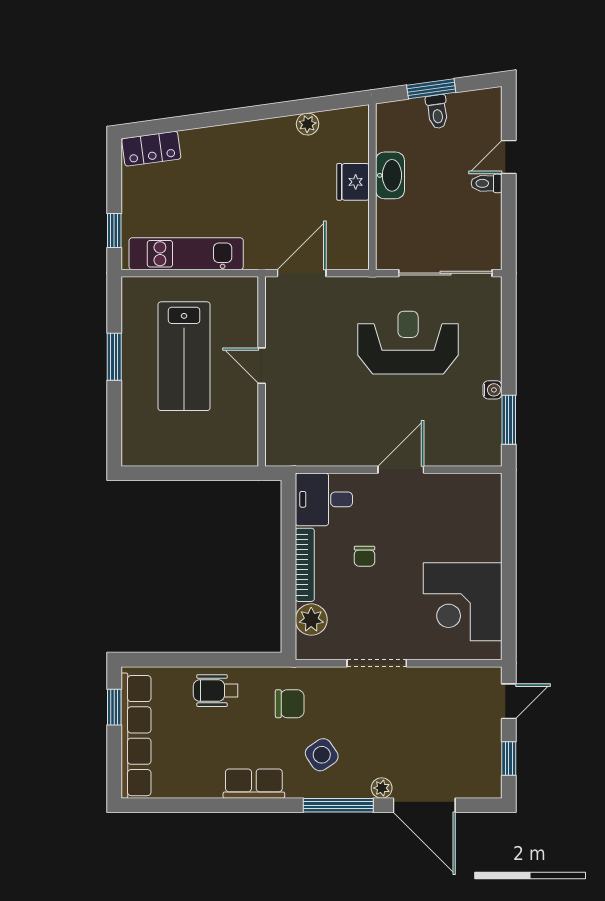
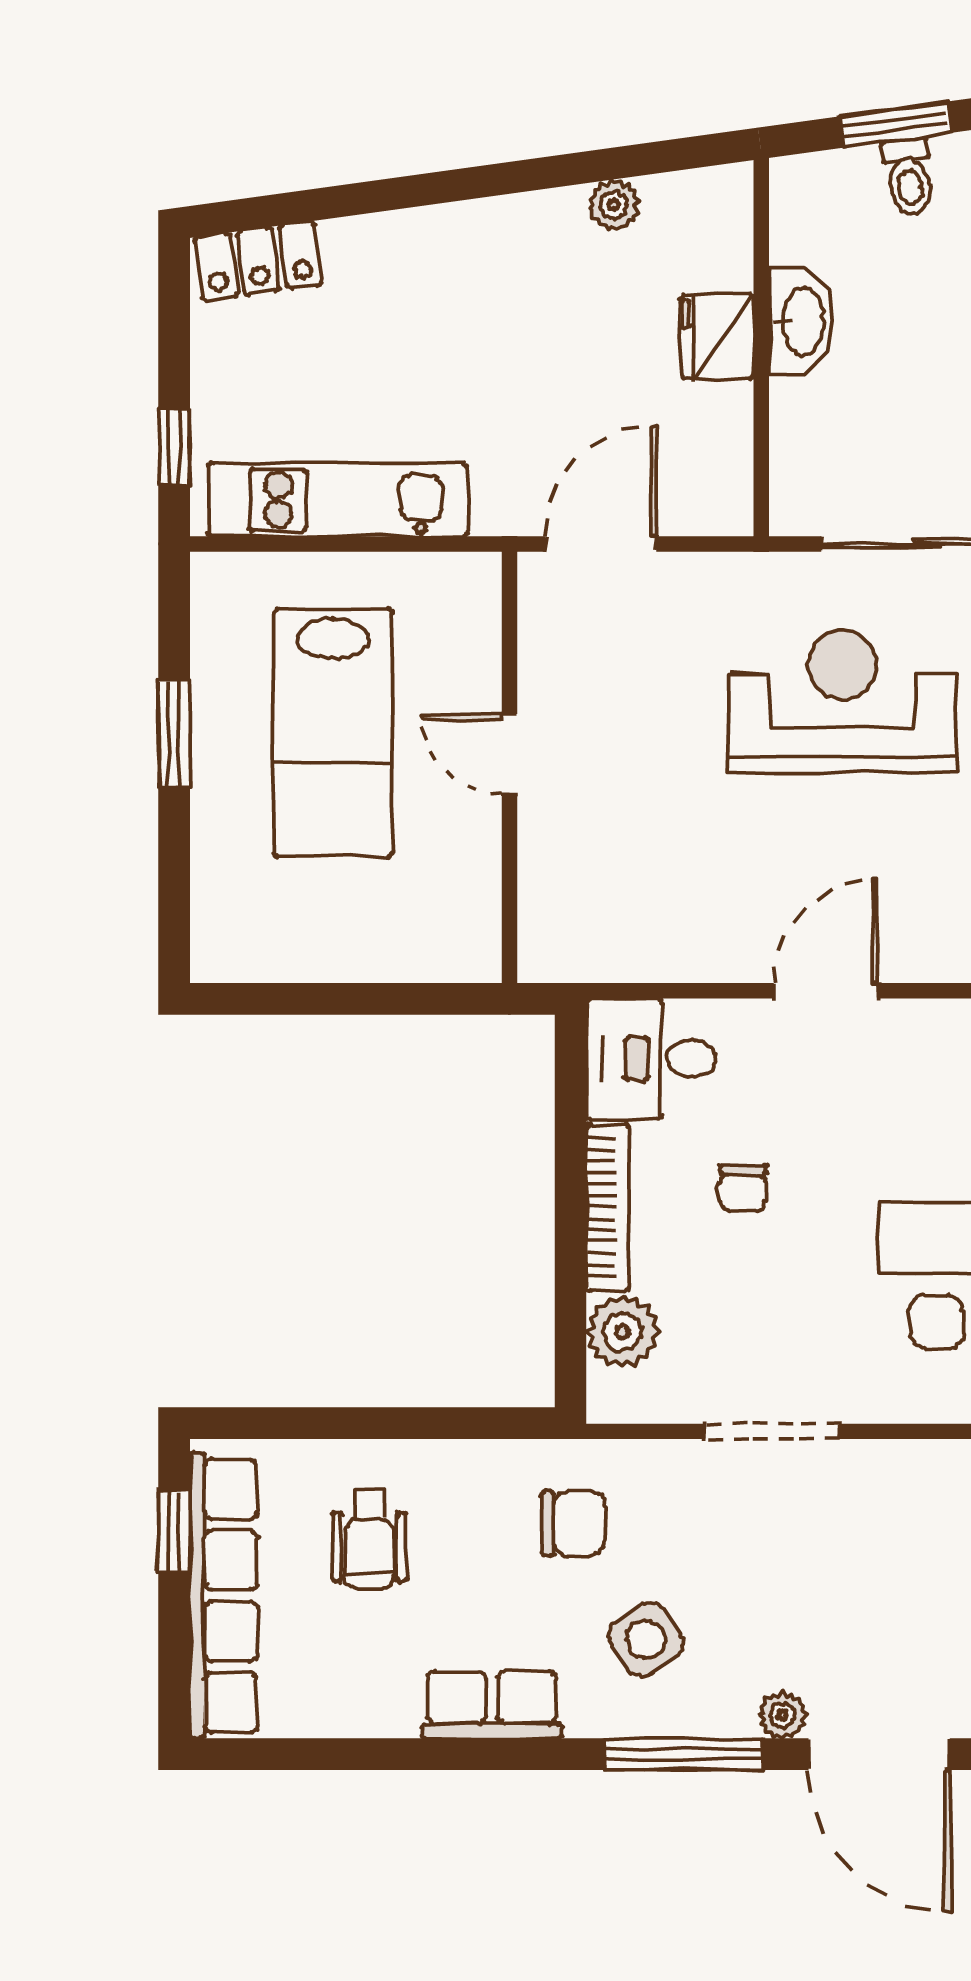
wheelchair: (216, 691) -> (369, 1539), moved, turned -90

